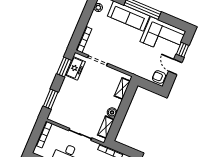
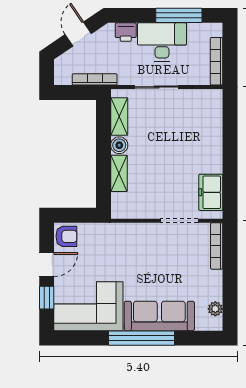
window: (64, 67) -> (230, 187), removed
door: (175, 67) -> (47, 265), hinge flipped
shelving: (122, 88) -> (119, 173), moved
window: (51, 99) -> (230, 124), removed

